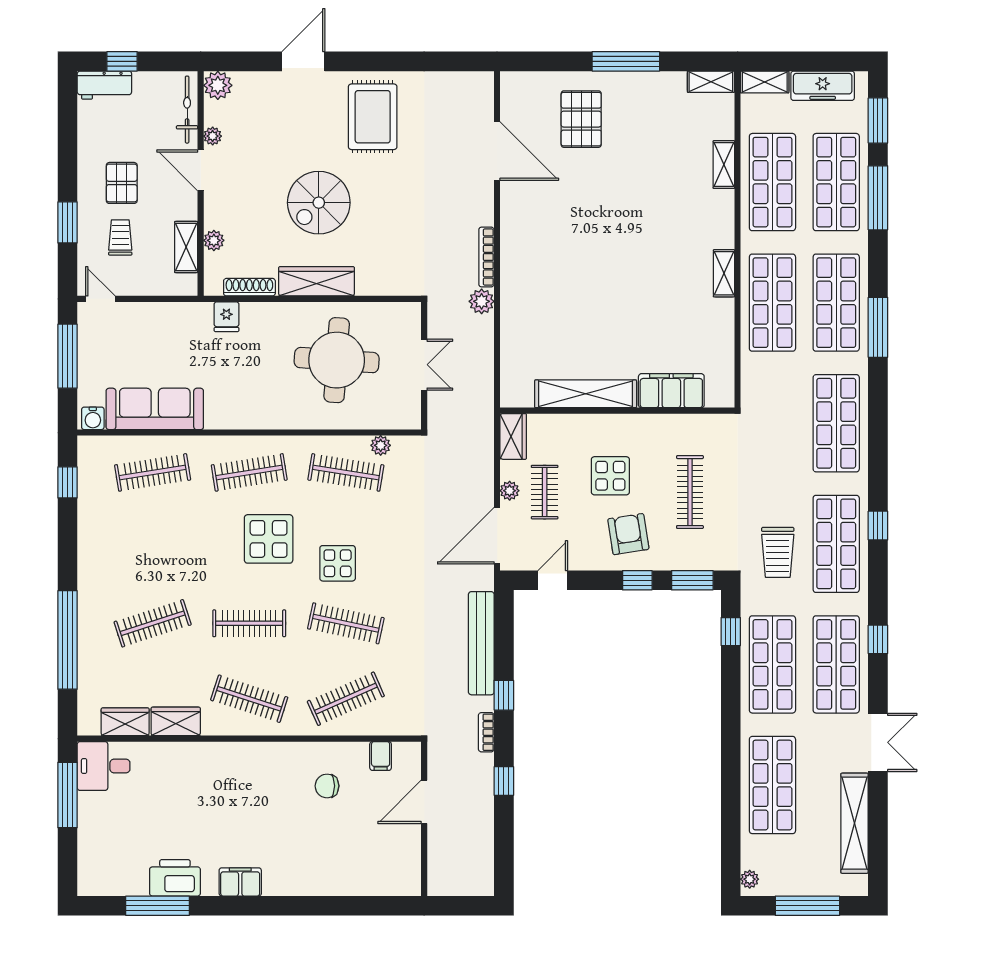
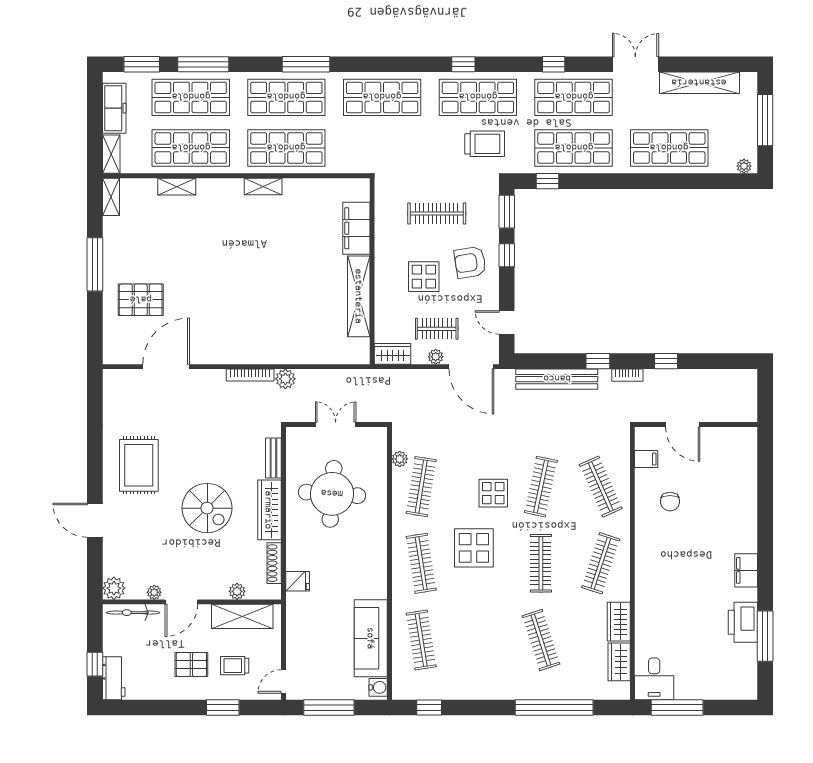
rug: (373, 117) -> (139, 465), turned 90
shelving: (186, 247) -> (242, 616), width x1.50, depth x1.33
bench: (382, 286) -> (273, 458), added

